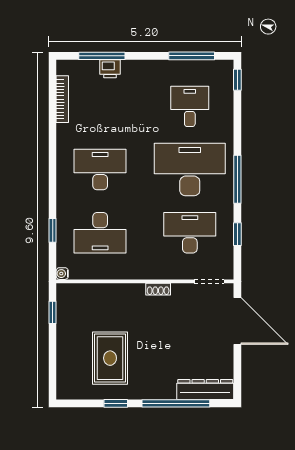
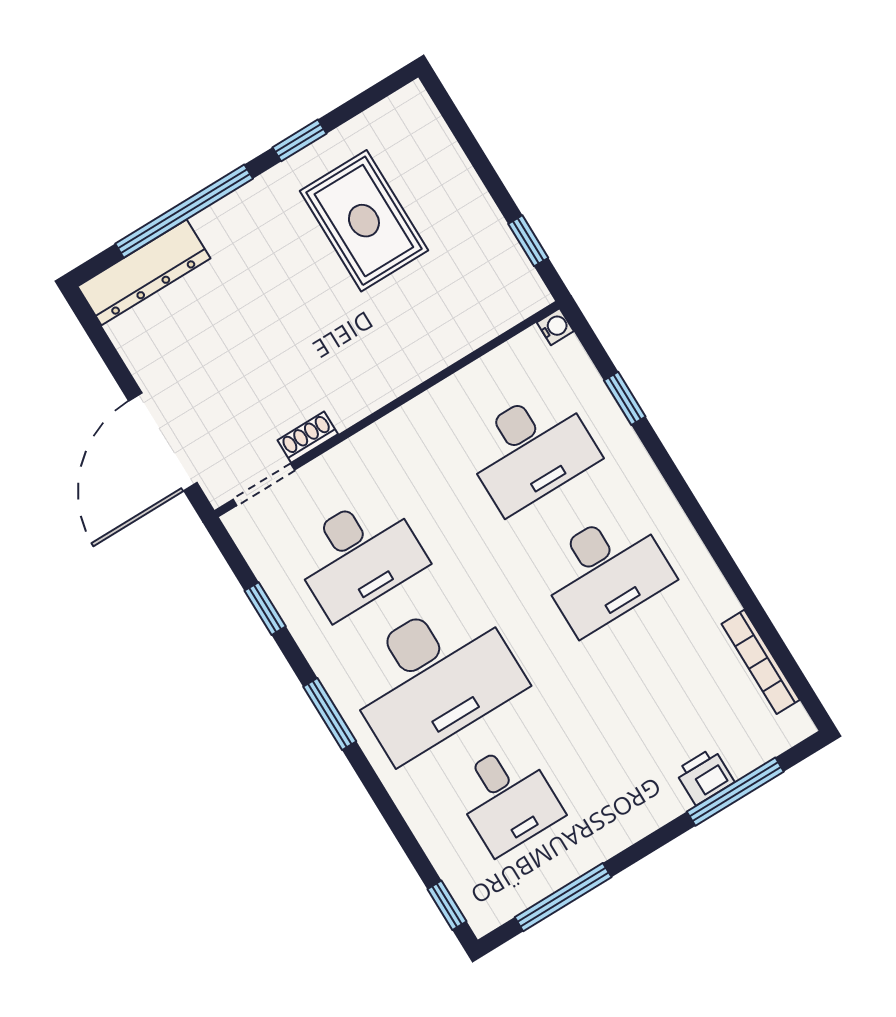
window: (237, 179) -> (330, 714), width x0.69
desk: (100, 233) -> (531, 450), turned 180
shoe rack: (158, 289) -> (308, 437), moved
door: (237, 321) -> (163, 442), hinge flipped

